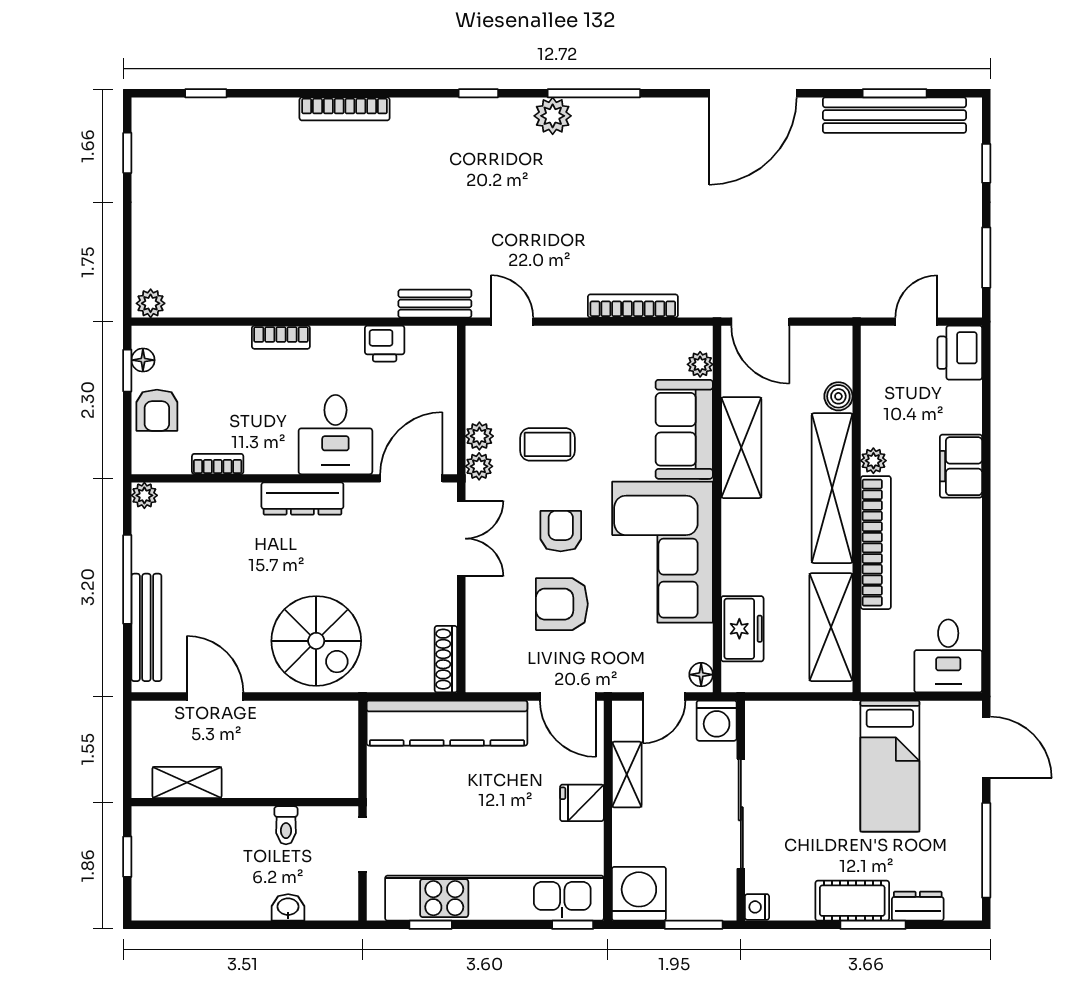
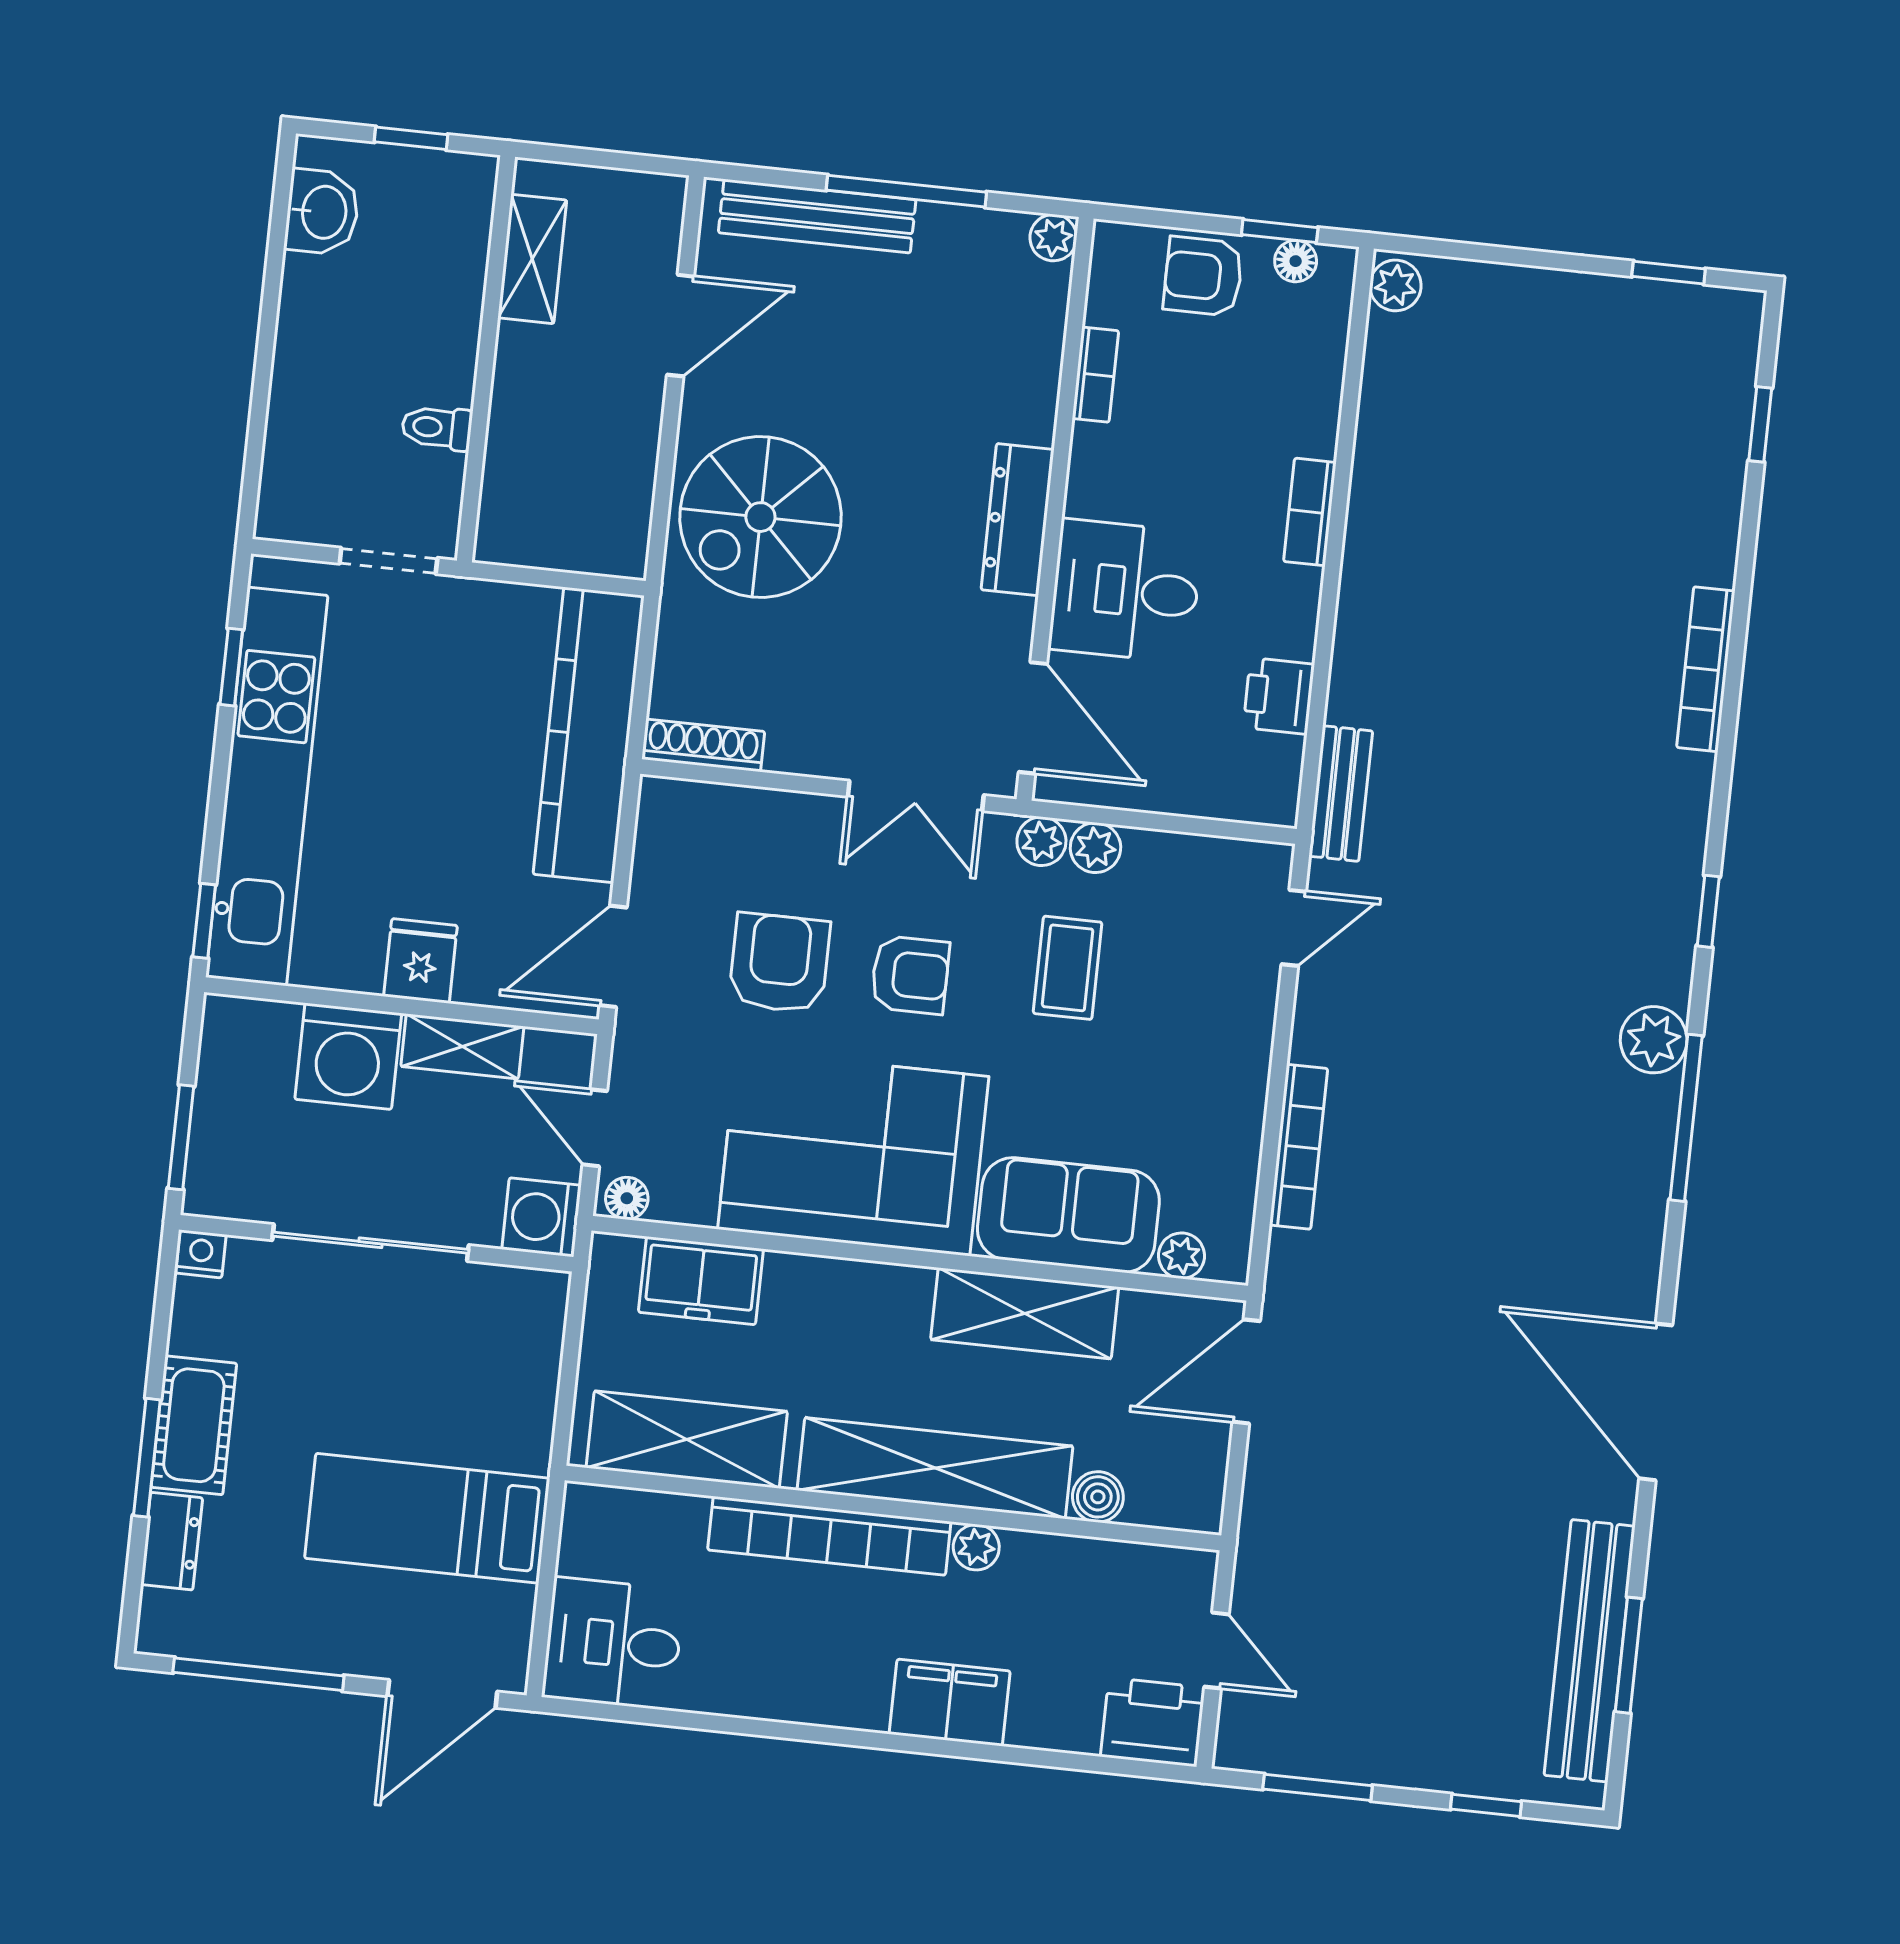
washing machine: (639, 894) -> (348, 1056), moved, turned 90
washbasin: (288, 907) -> (322, 212), moved, width x1.38, depth x1.45

